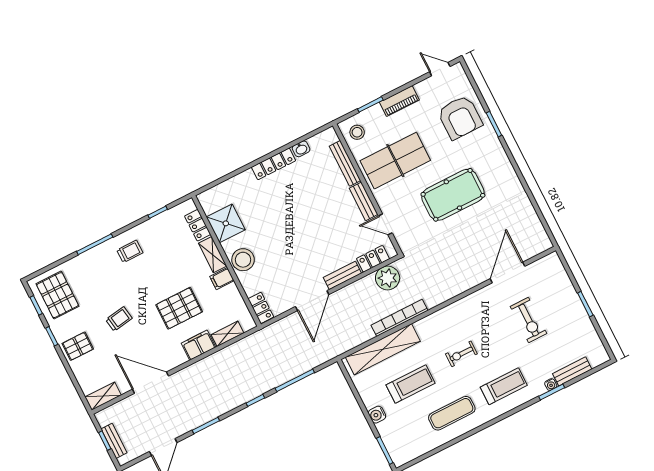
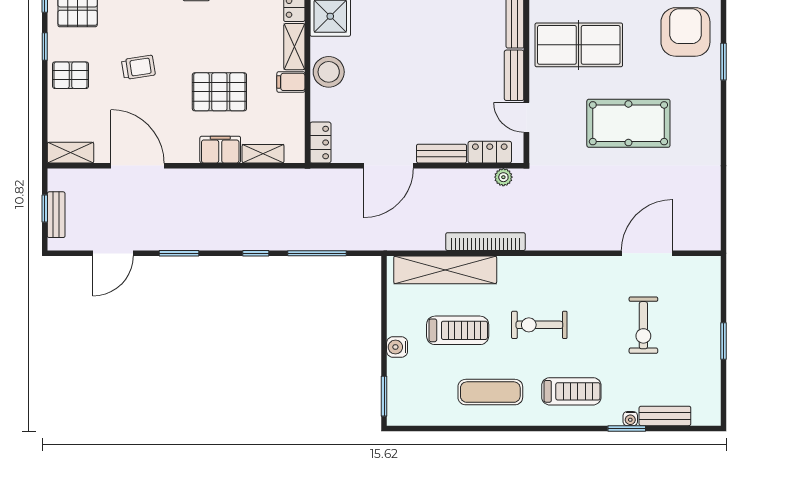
armchair: (460, 117) -> (685, 32), turned 180
plant: (388, 278) -> (503, 177), width x0.53, depth x0.53
exercise bike: (461, 354) -> (539, 325), width x1.38, depth x1.39

